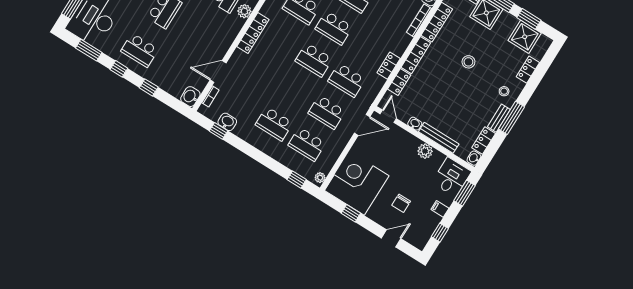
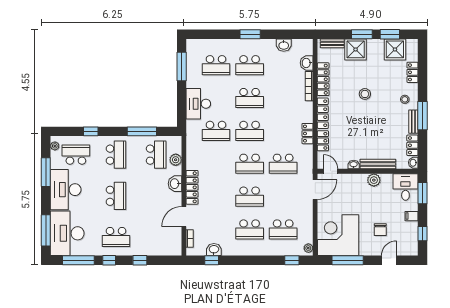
locker: (253, 33) -> (192, 187), moved
window: (89, 50) -> (78, 260), width x1.44
washbasin: (190, 97) -> (175, 184), moved
school desk: (327, 112) -> (250, 197), moved
window: (351, 213) -> (348, 260), width x2.17

